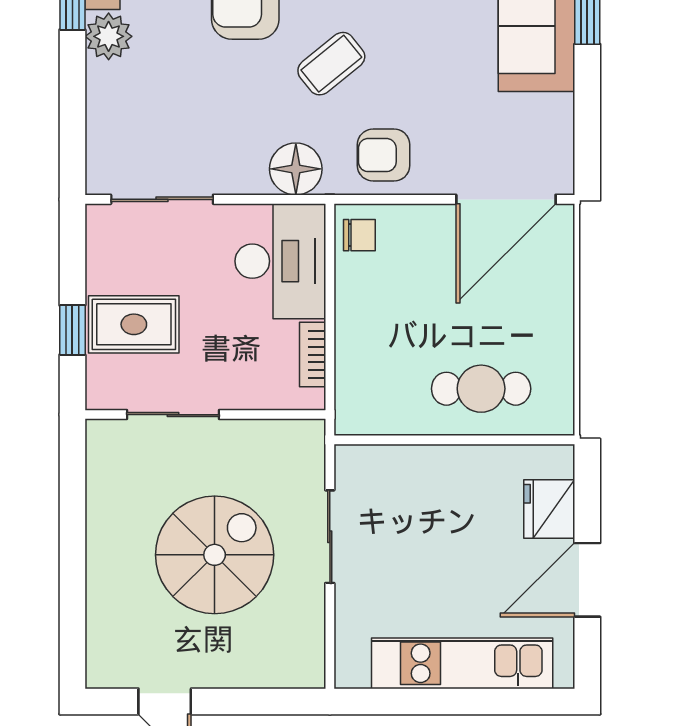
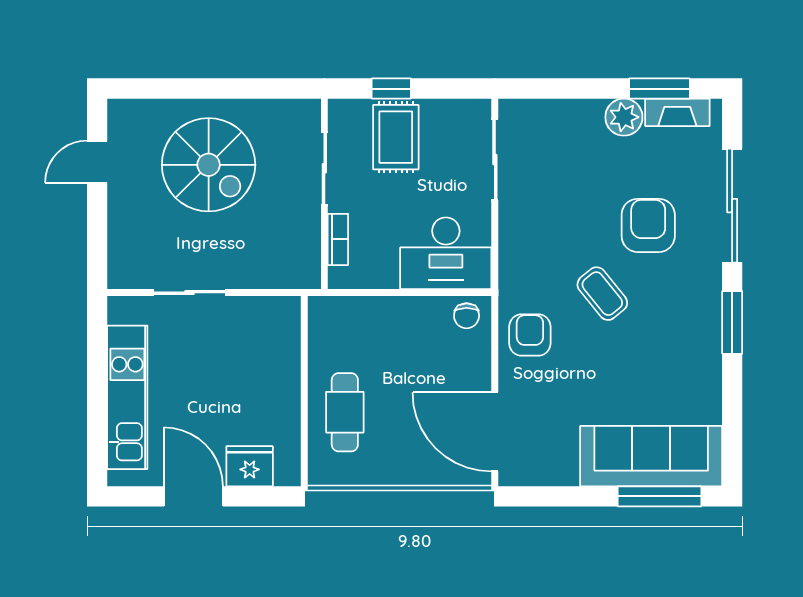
floor lamp: (296, 169) -> (519, 265), removed
bookcase: (313, 355) -> (338, 239), moved, turned 90
sliding door: (330, 537) -> (190, 292), moved
spiral stairs: (215, 555) -> (209, 165), moved

